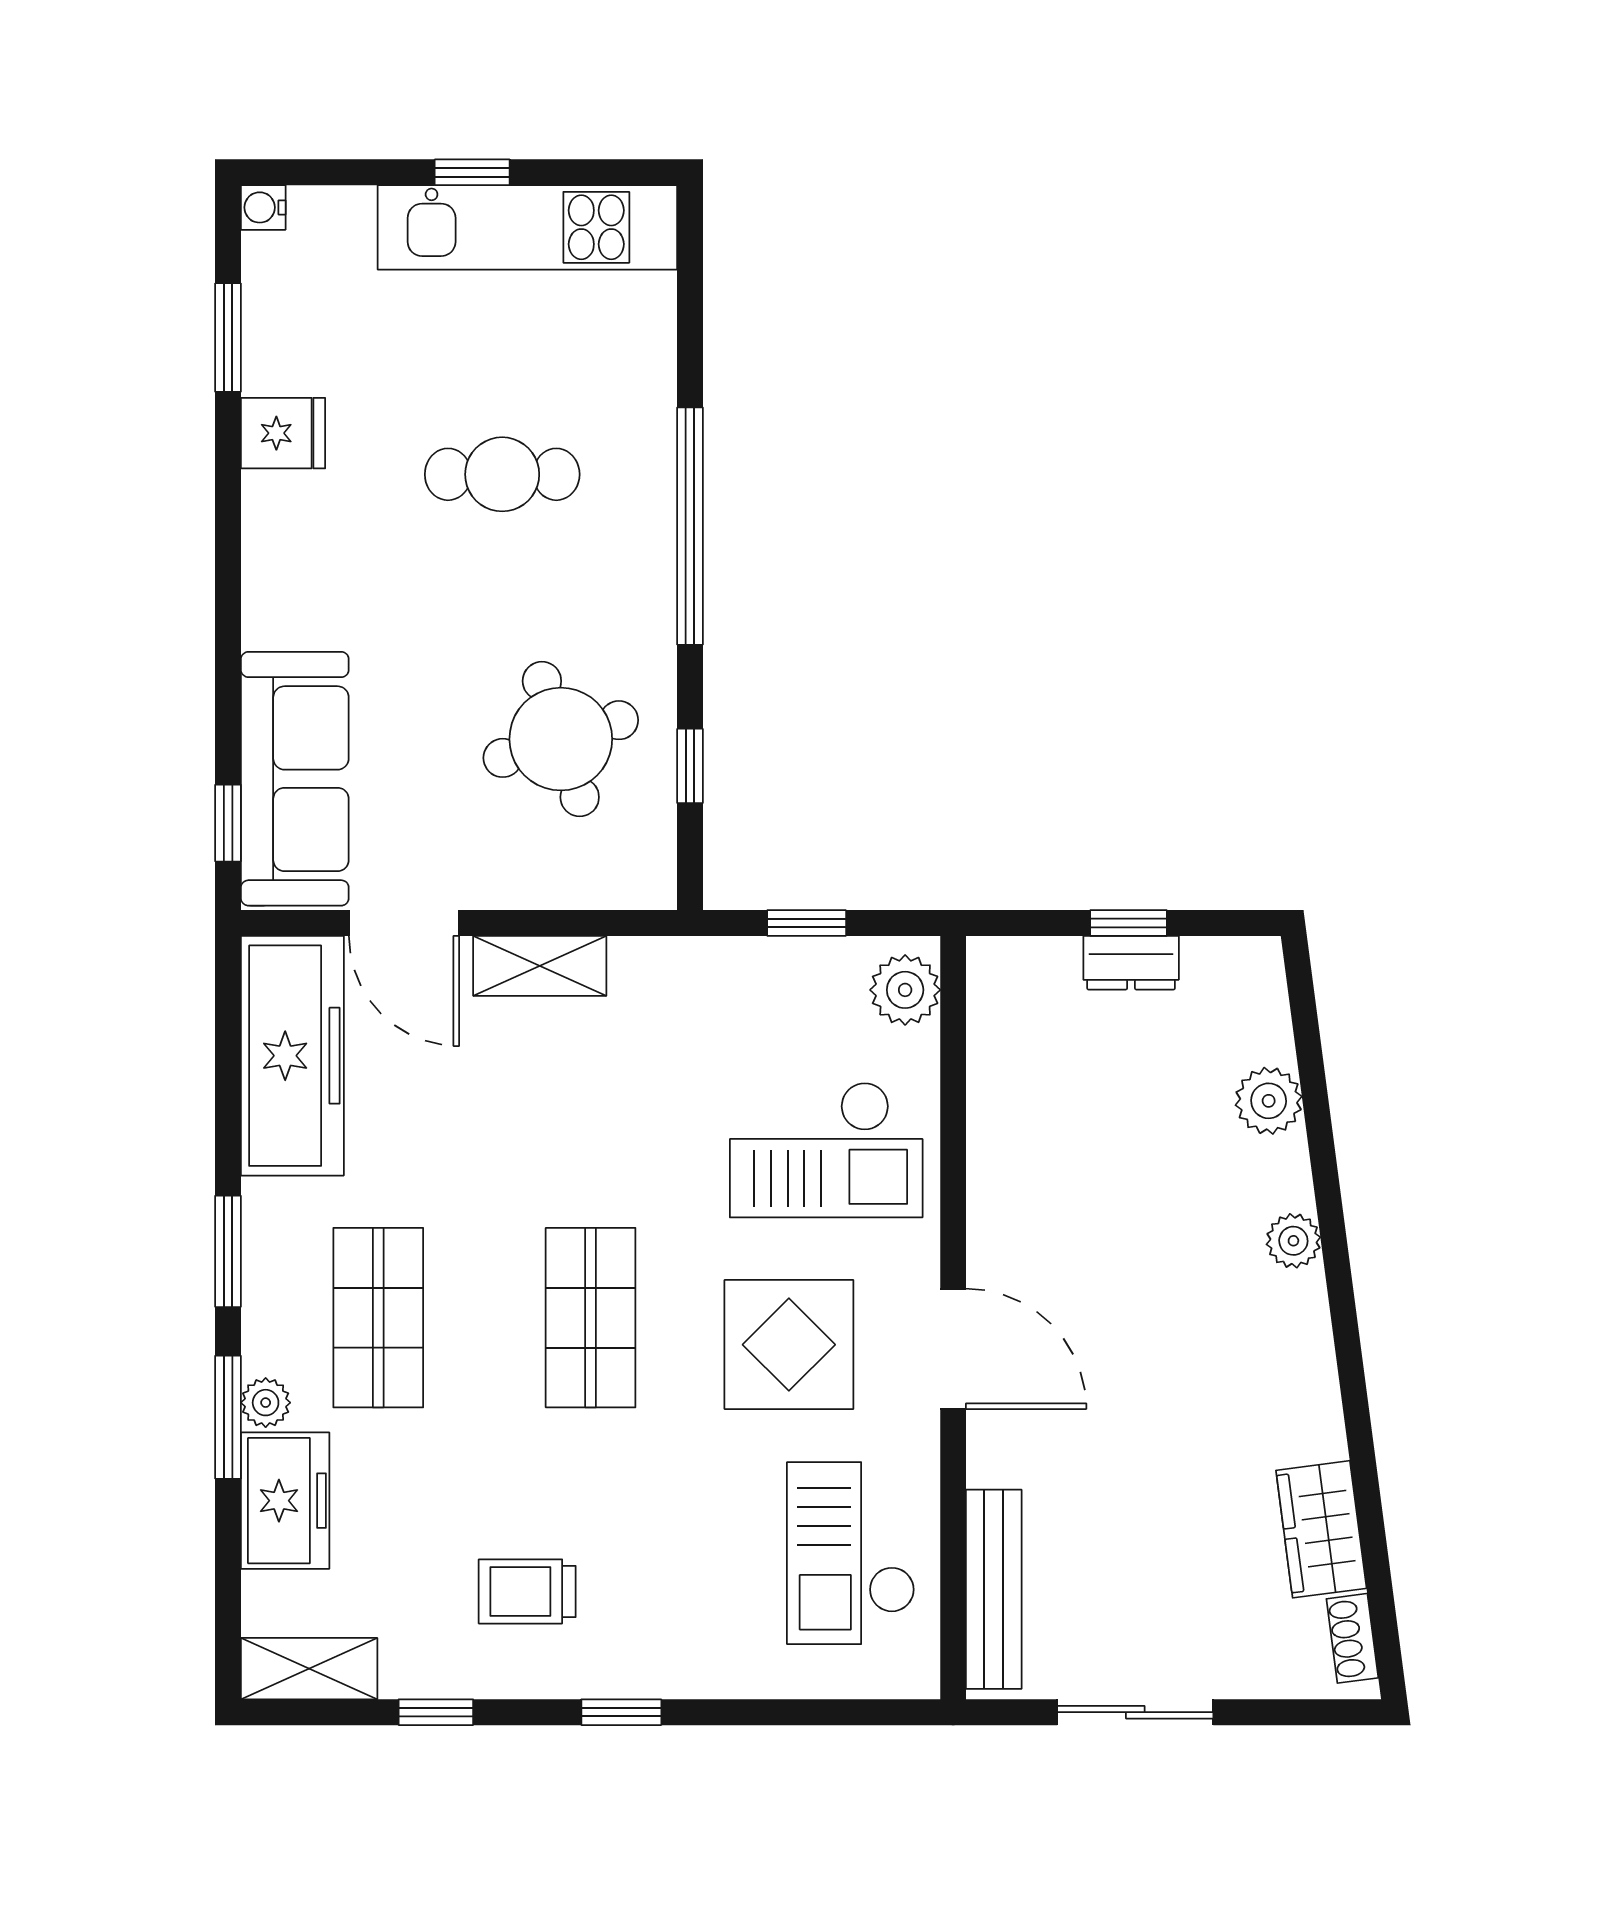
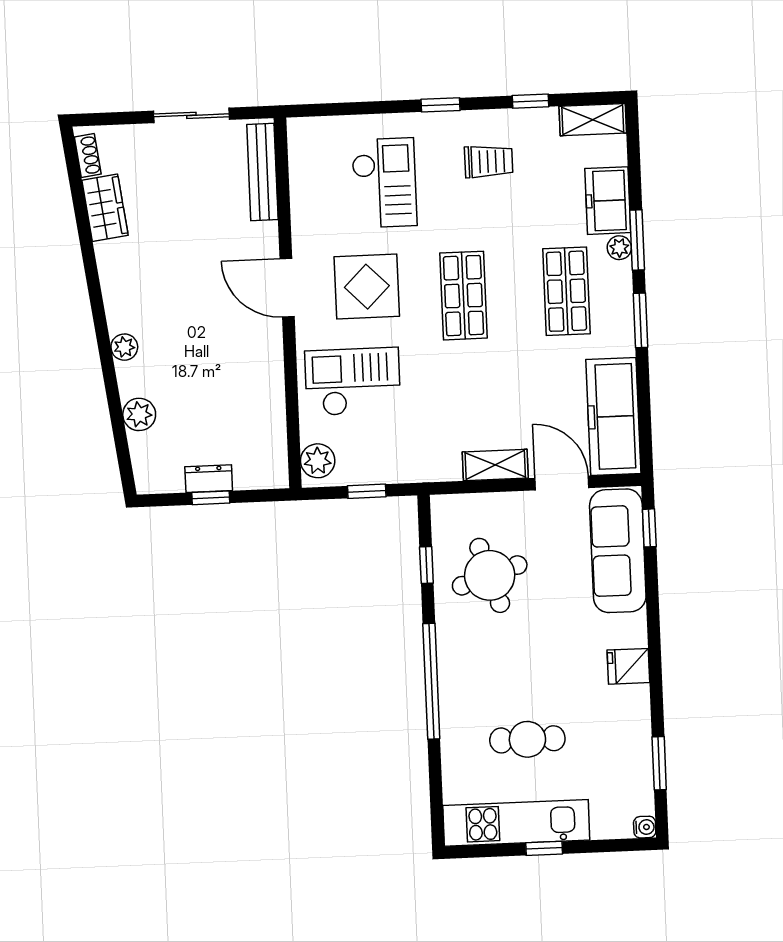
fridge: (283, 433) -> (628, 666), moved
cafe table: (502, 474) -> (527, 739), moved
checkout: (851, 1553) -> (384, 183), moved

